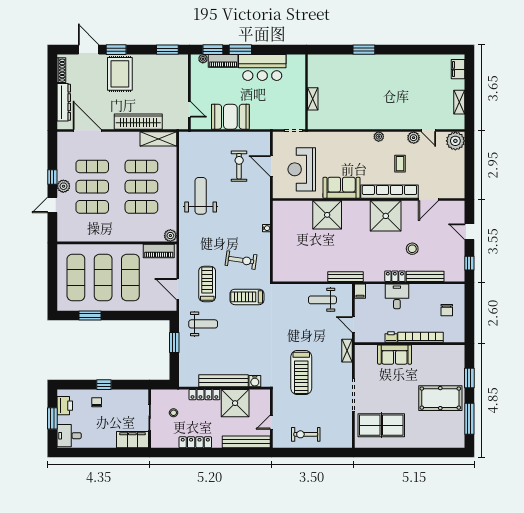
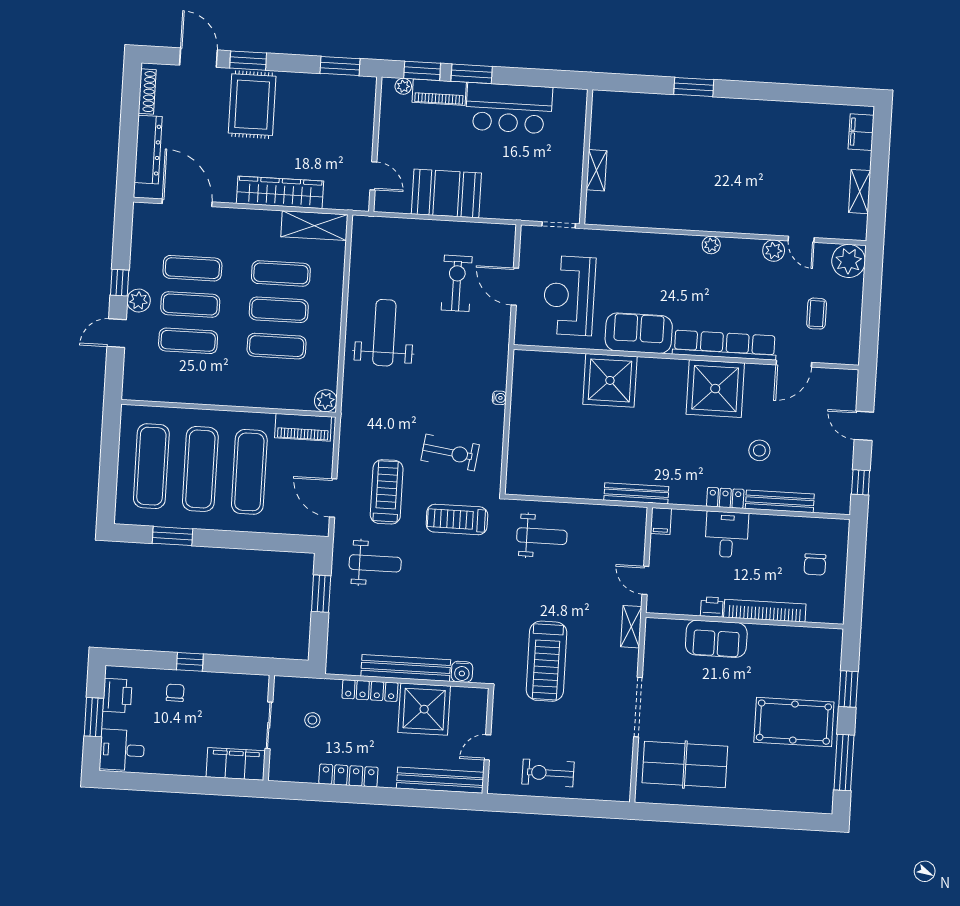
coffee table: (400, 164) -> (817, 314), moved
weight bench: (322, 300) -> (542, 536), moved, turned 180

